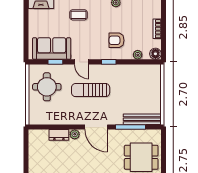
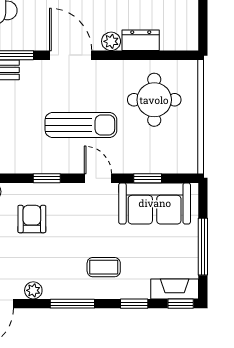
window: (26, 26) -> (203, 247), added
armchair: (117, 40) -> (32, 219), turned -90
round table: (47, 87) -> (154, 100), moved

